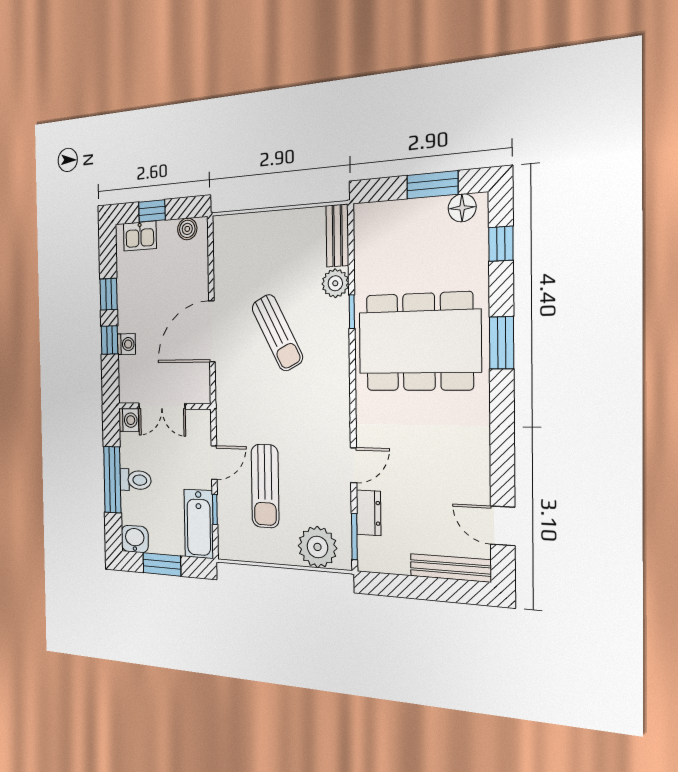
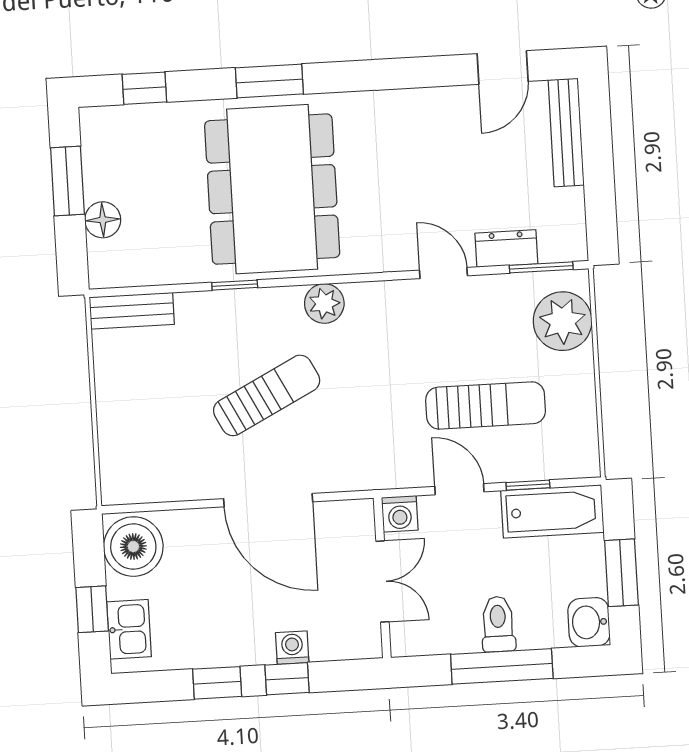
floor lamp: (462, 208) -> (103, 220), moved
boiler: (187, 229) -> (133, 547), width x1.86, depth x1.86
plant: (335, 283) -> (324, 303), moved
washing machine: (129, 420) -> (400, 514), moved, turned 180

